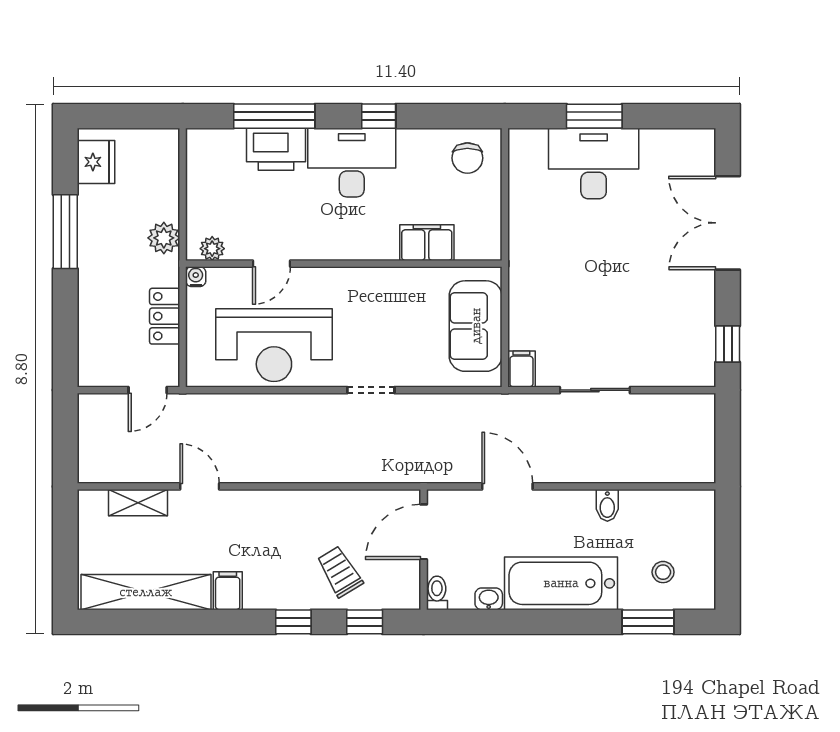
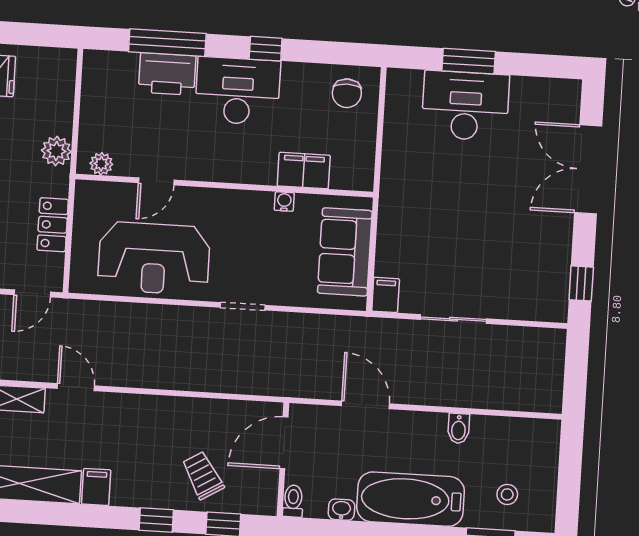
water cooler: (196, 277) -> (284, 202), moved

